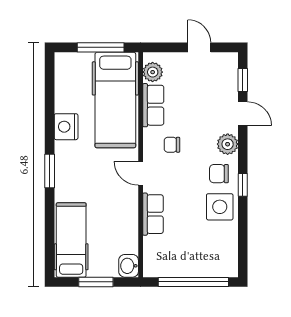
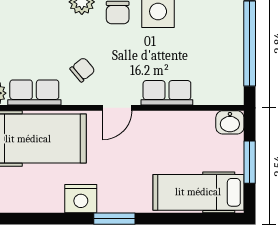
nightstand: (66, 127) -> (81, 199), moved
chair: (172, 145) -> (82, 70), turned -130

